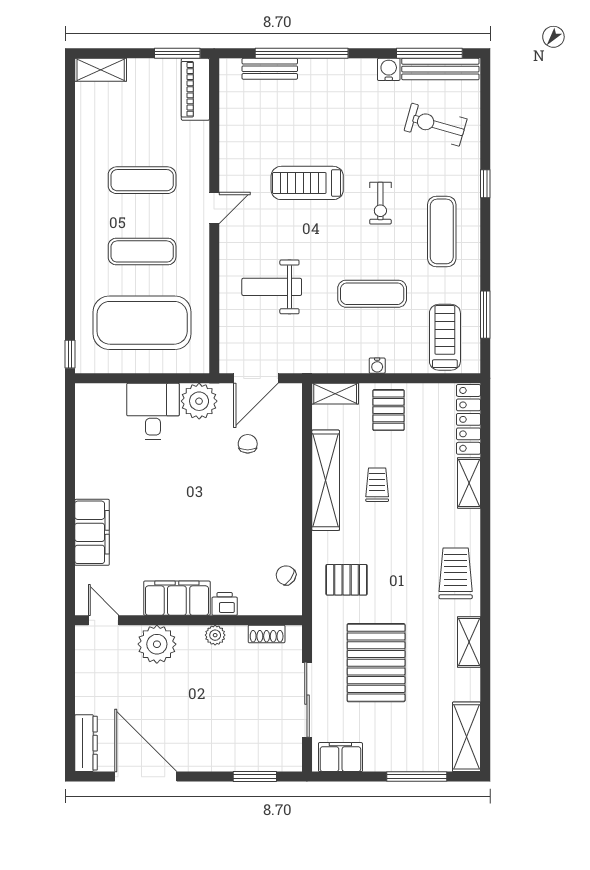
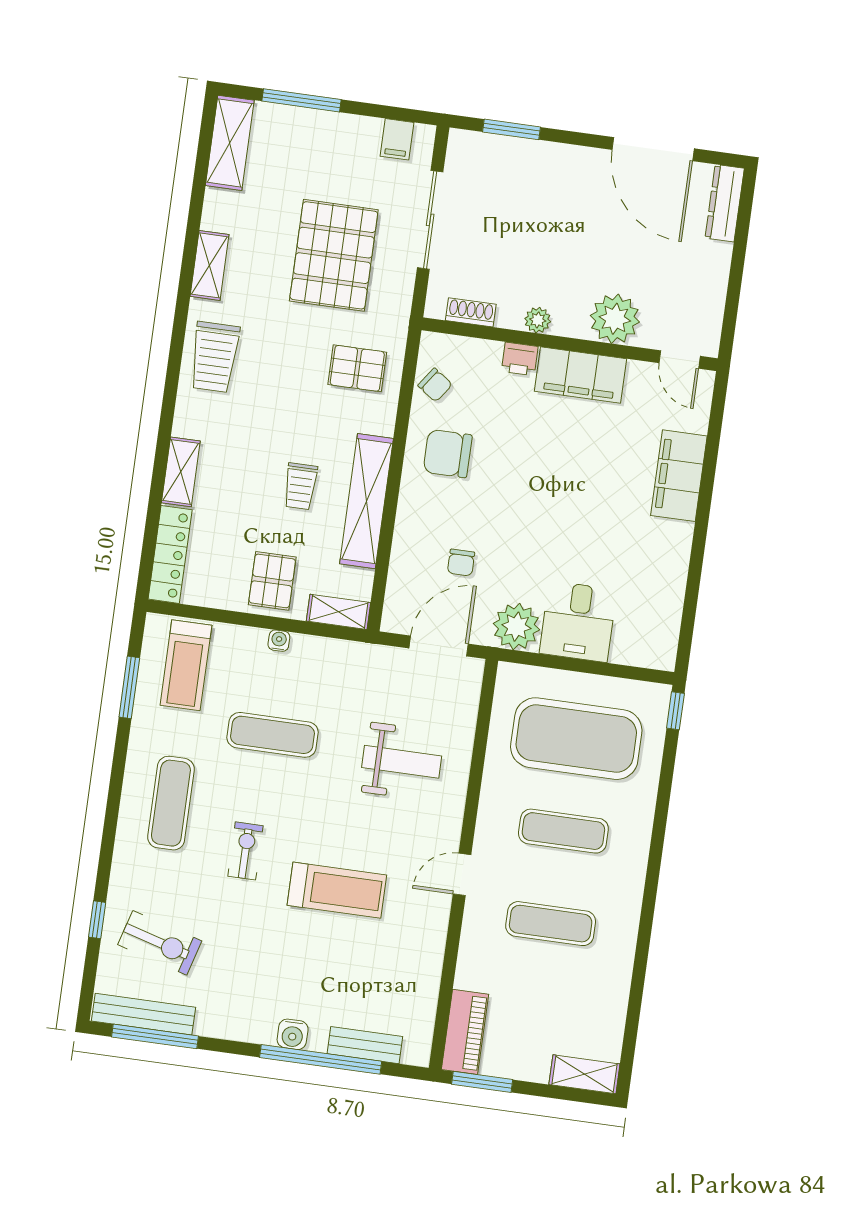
water cooler: (389, 69) -> (293, 1034), moved
window: (485, 184) -> (97, 920), moved
chair: (269, 525) -> (448, 454), added
filing cabinet: (340, 757) -> (397, 139), width x0.50

